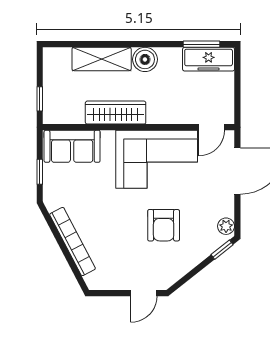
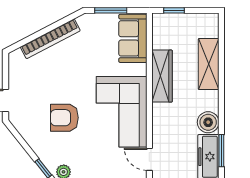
boiler: (145, 59) -> (208, 122), moved
window: (40, 172) -> (111, 10), width x1.50

